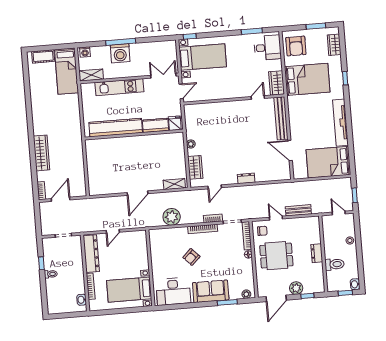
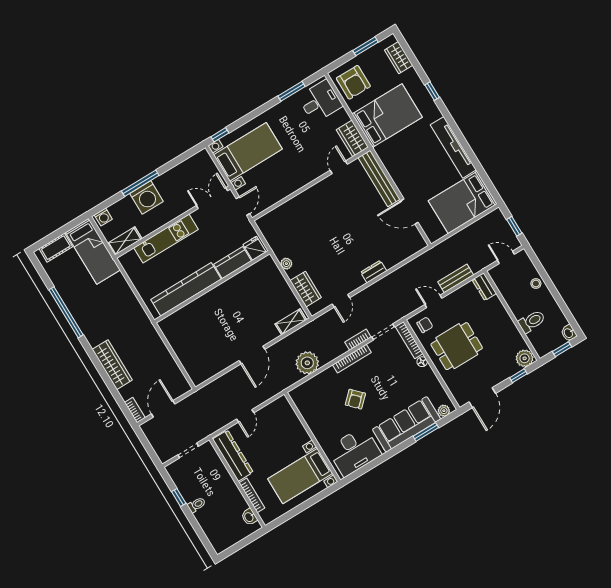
window: (28, 103) -> (66, 312), added
dresser: (317, 253) -> (484, 287), moved
plant: (296, 288) -> (525, 358), moved
sofa: (211, 291) -> (406, 424), width x1.36

